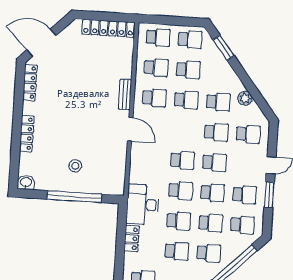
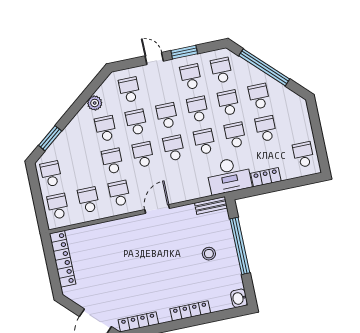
school desk: (188, 70) -> (143, 155), moved
bench: (125, 95) -> (211, 205), moved

